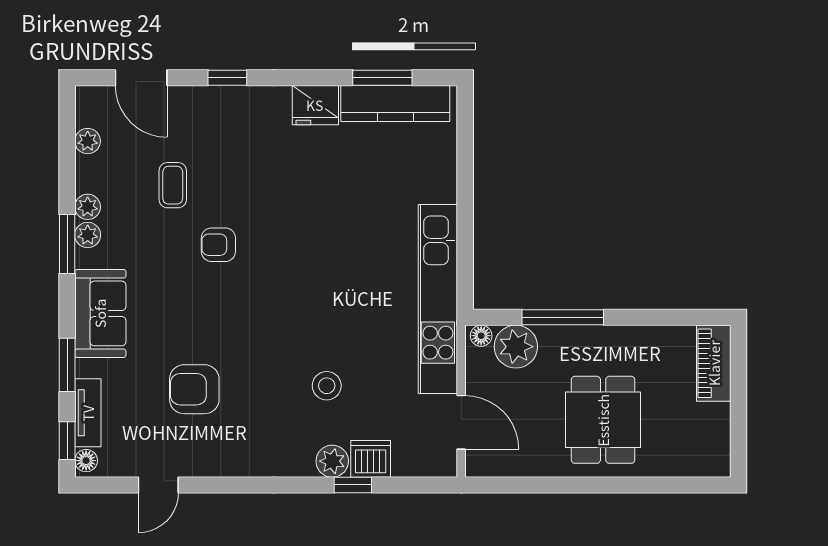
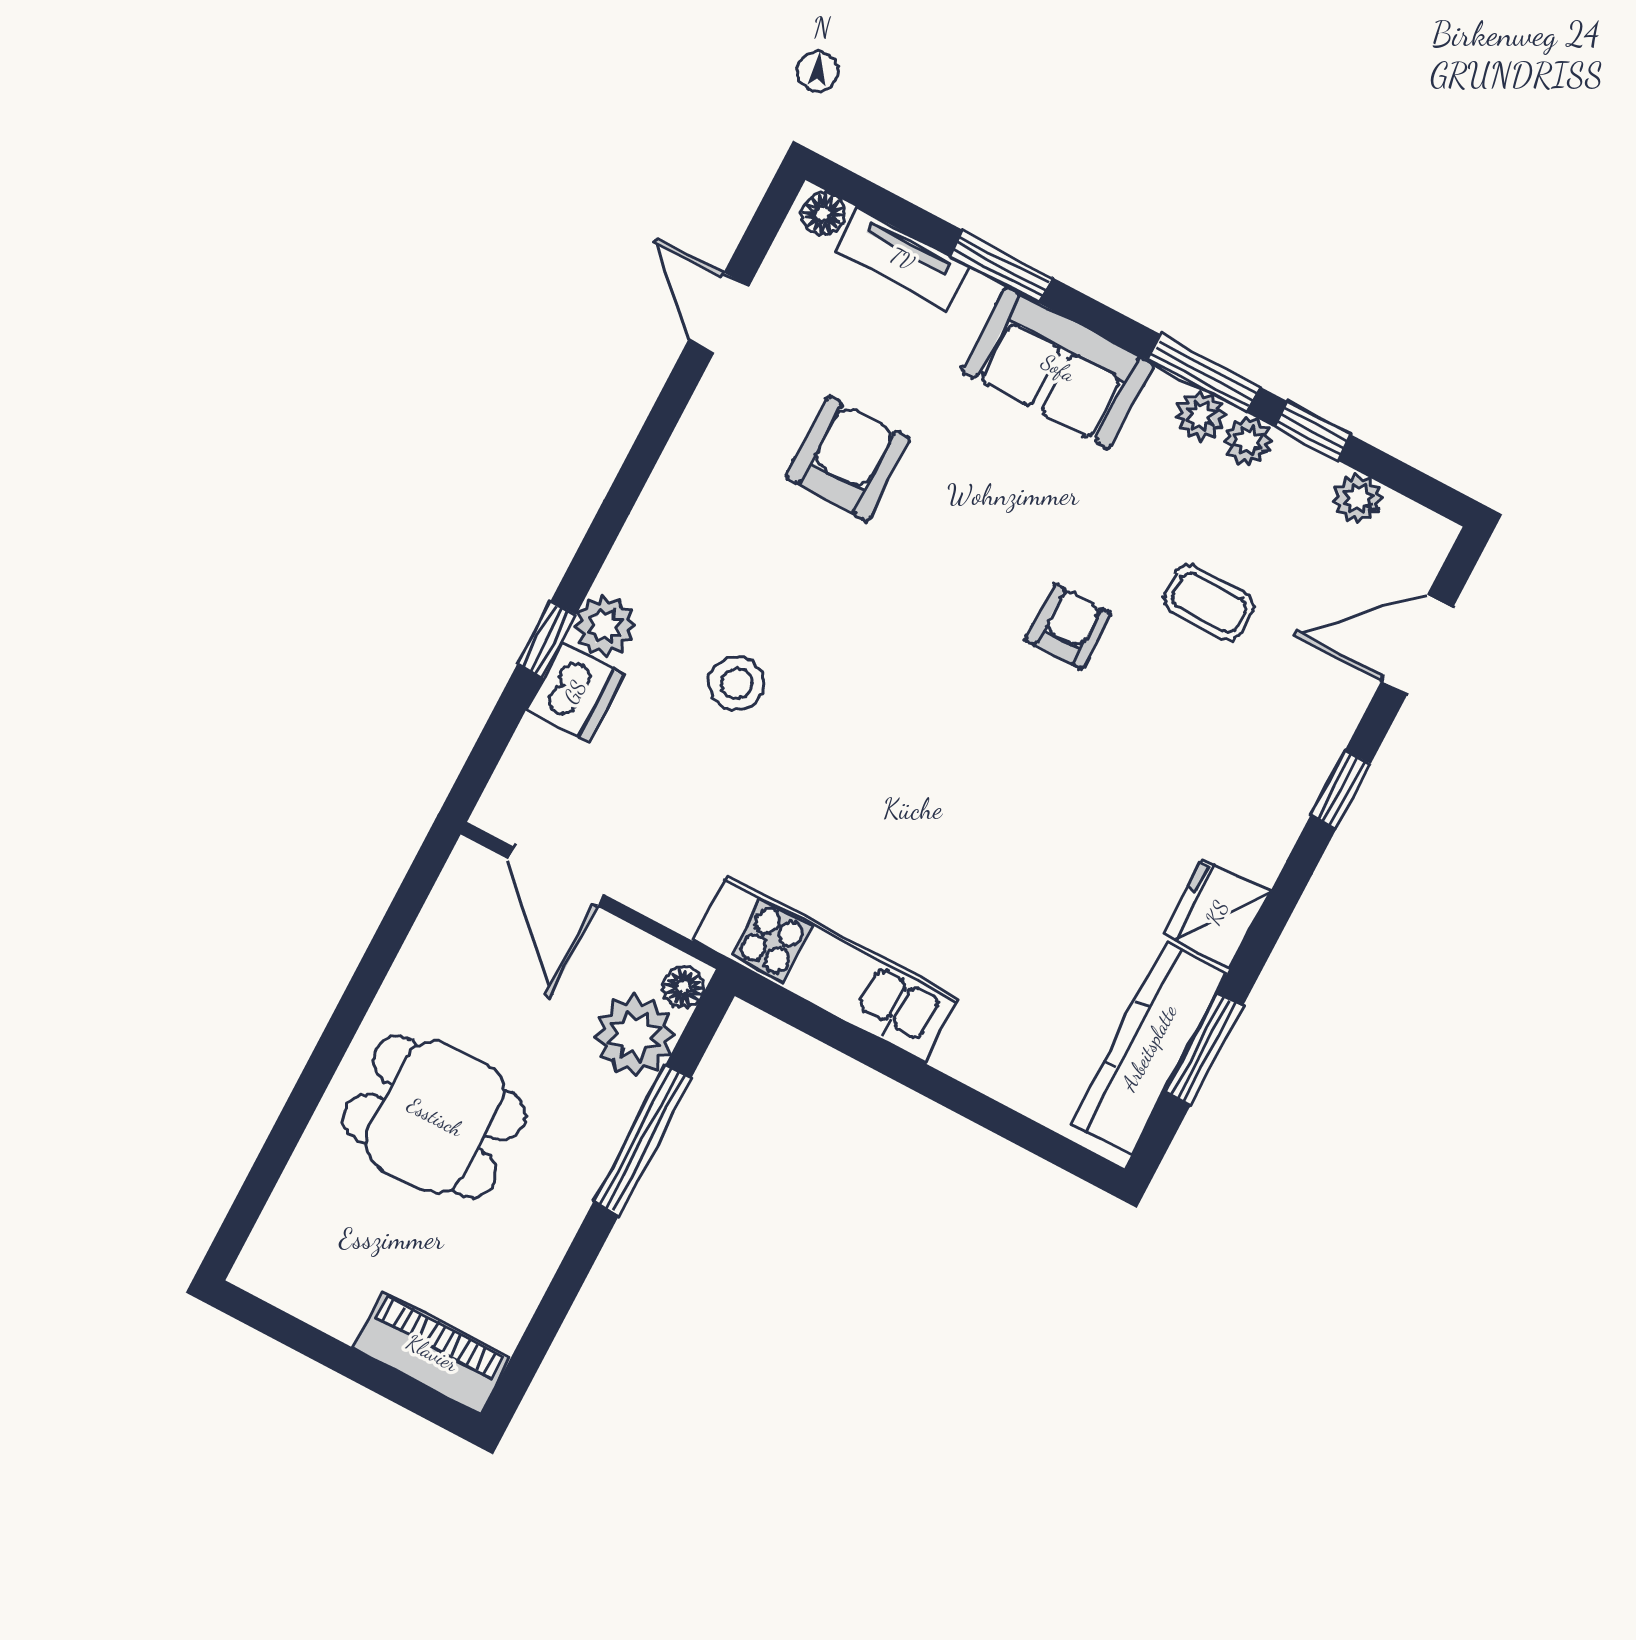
kitchen unit: (438, 299) -> (826, 969), width x0.73
door: (461, 422) -> (556, 877), hinge flipped
window: (67, 441) -> (1312, 431), moved

